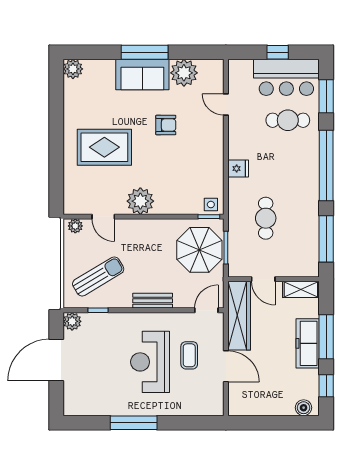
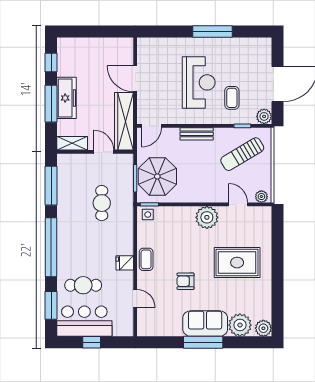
plant: (184, 73) -> (240, 325), moved
coffee table: (213, 151) -> (146, 259), added
fridge: (238, 169) -> (125, 263), moved
coffee table: (189, 355) -> (232, 98), moved
boiler: (304, 408) -> (70, 44), removed

